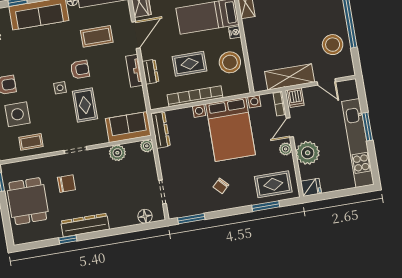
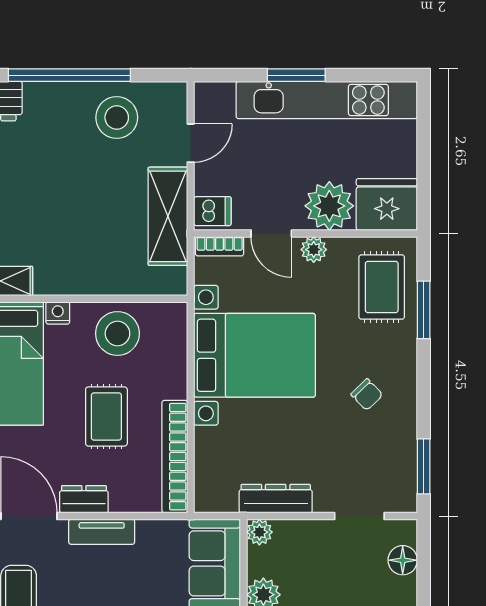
dresser: (150, 72) -> (84, 499), moved
bookcase: (195, 96) -> (175, 457), moved
dresser: (161, 130) -> (276, 499), moved
fridge: (311, 187) -> (387, 204), width x1.88, depth x1.34

